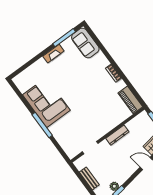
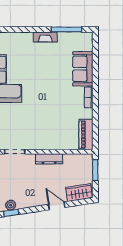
sofa: (85, 43) -> (83, 69), moved

